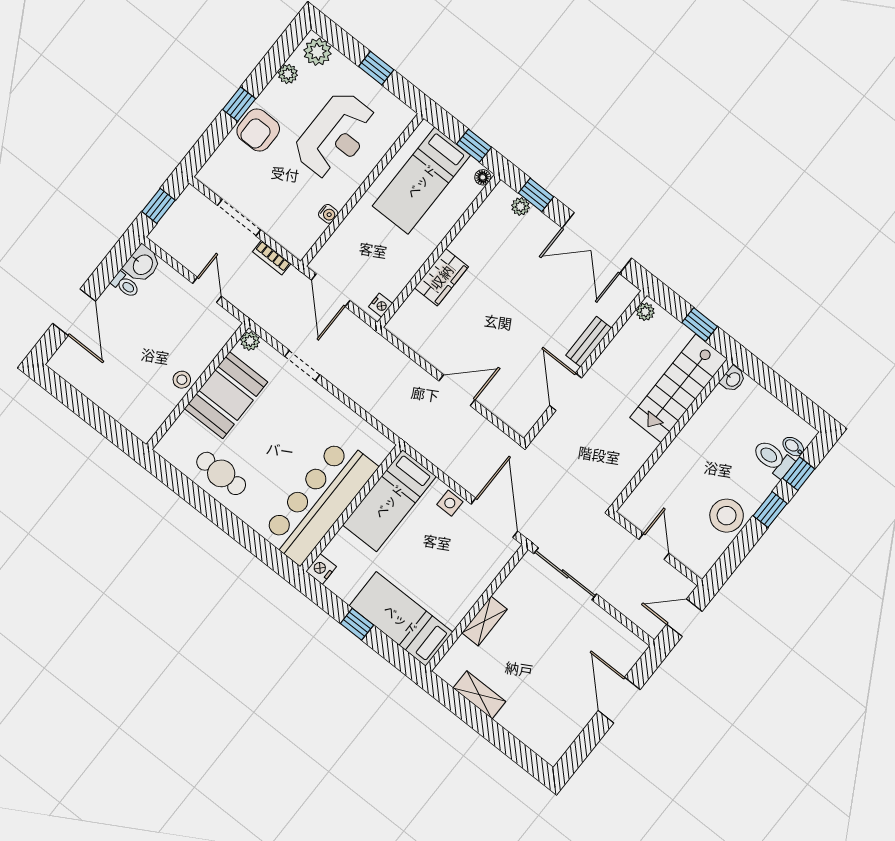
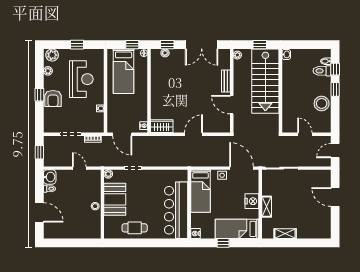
wardrobe: (441, 277) -> (162, 126), moved, turned -90
stairs: (679, 388) -> (265, 81), width x1.36, depth x1.51
nightstand: (466, 591) -> (252, 201), added

